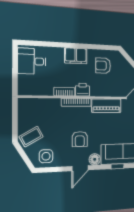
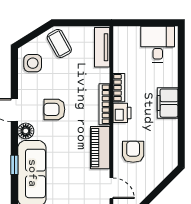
armchair: (103, 66) -> (133, 152), moved
tv unit: (34, 104) -> (102, 47), added

